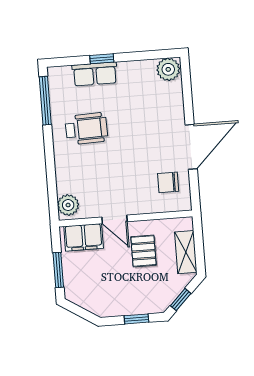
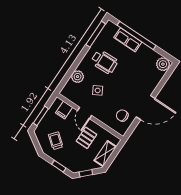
window: (102, 59) -> (137, 35), width x3.17
side table: (108, 175) -> (98, 90), added
plant: (68, 205) -> (78, 77), moved
filing cabinet: (84, 237) -> (64, 110), width x0.50
trolley: (105, 288) -> (56, 141), added

